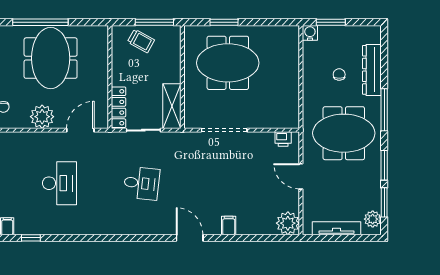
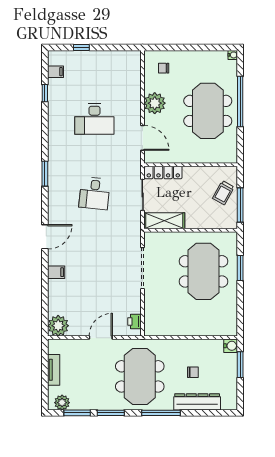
meeting table: (51, 58) -> (208, 111), turned 90
tv unit: (336, 228) -> (54, 370), width x0.71
window: (120, 238) -> (45, 174), added

